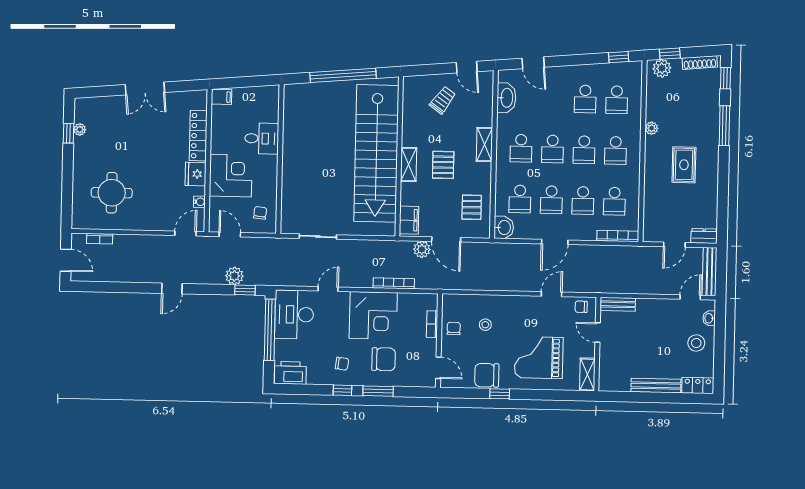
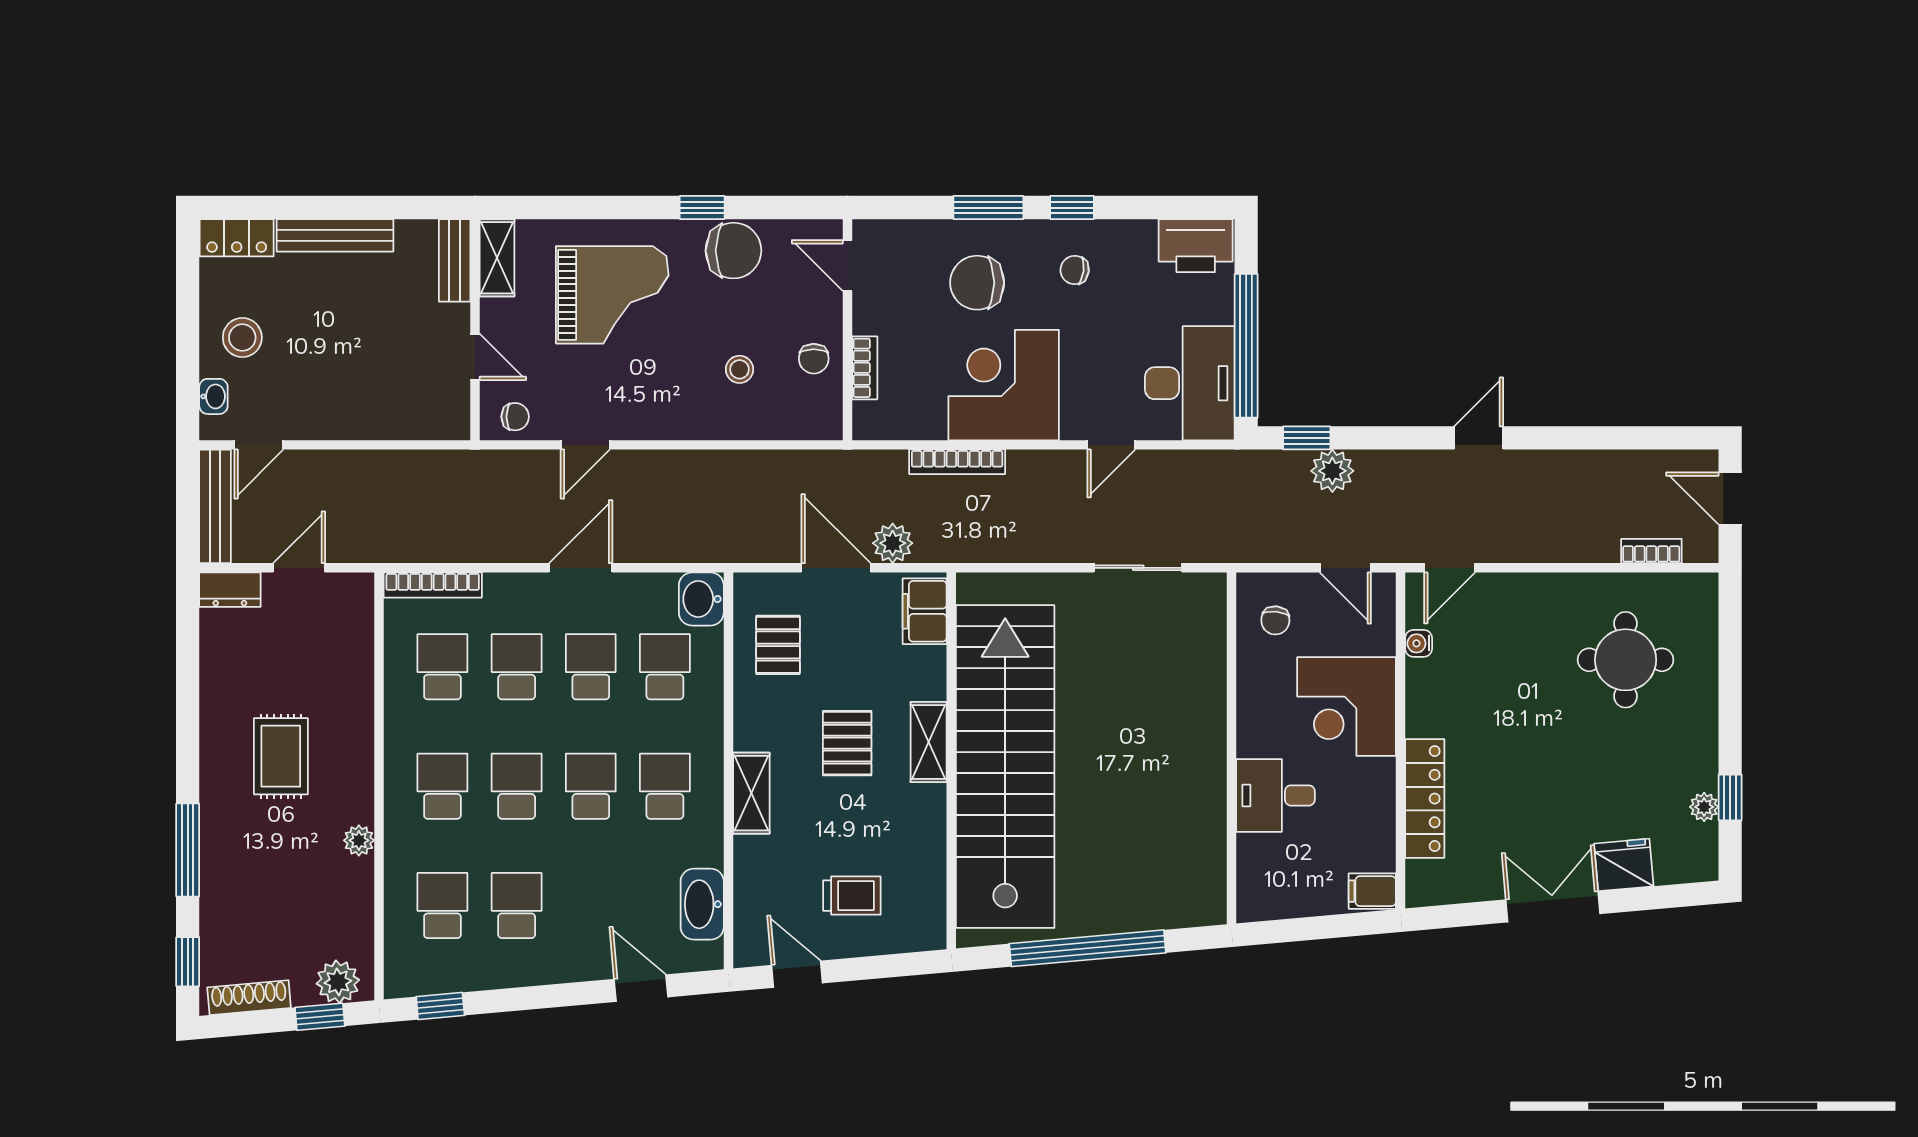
trolley: (443, 100) -> (852, 896), turned -126
fridge: (196, 174) -> (1624, 865), moved, turned -95
bench: (618, 304) -> (455, 260), moved, turned 90

